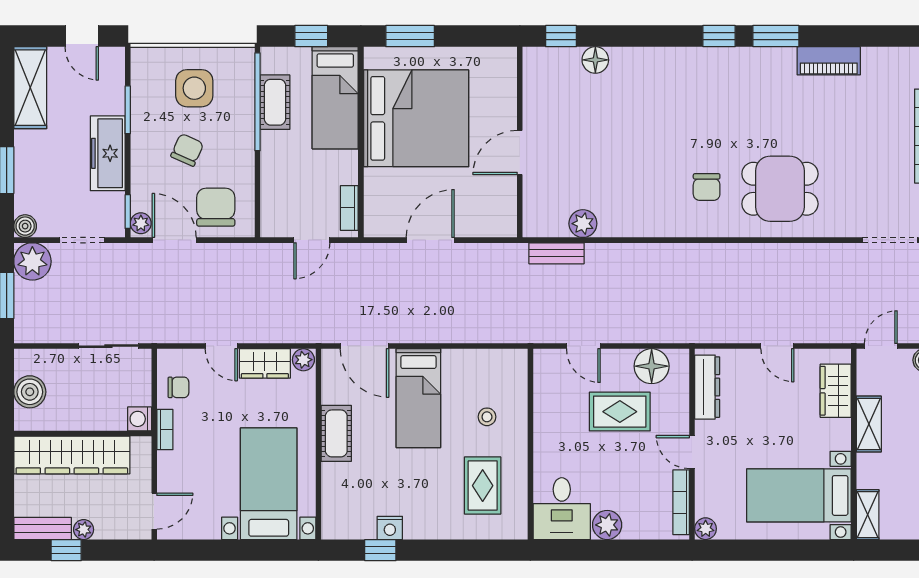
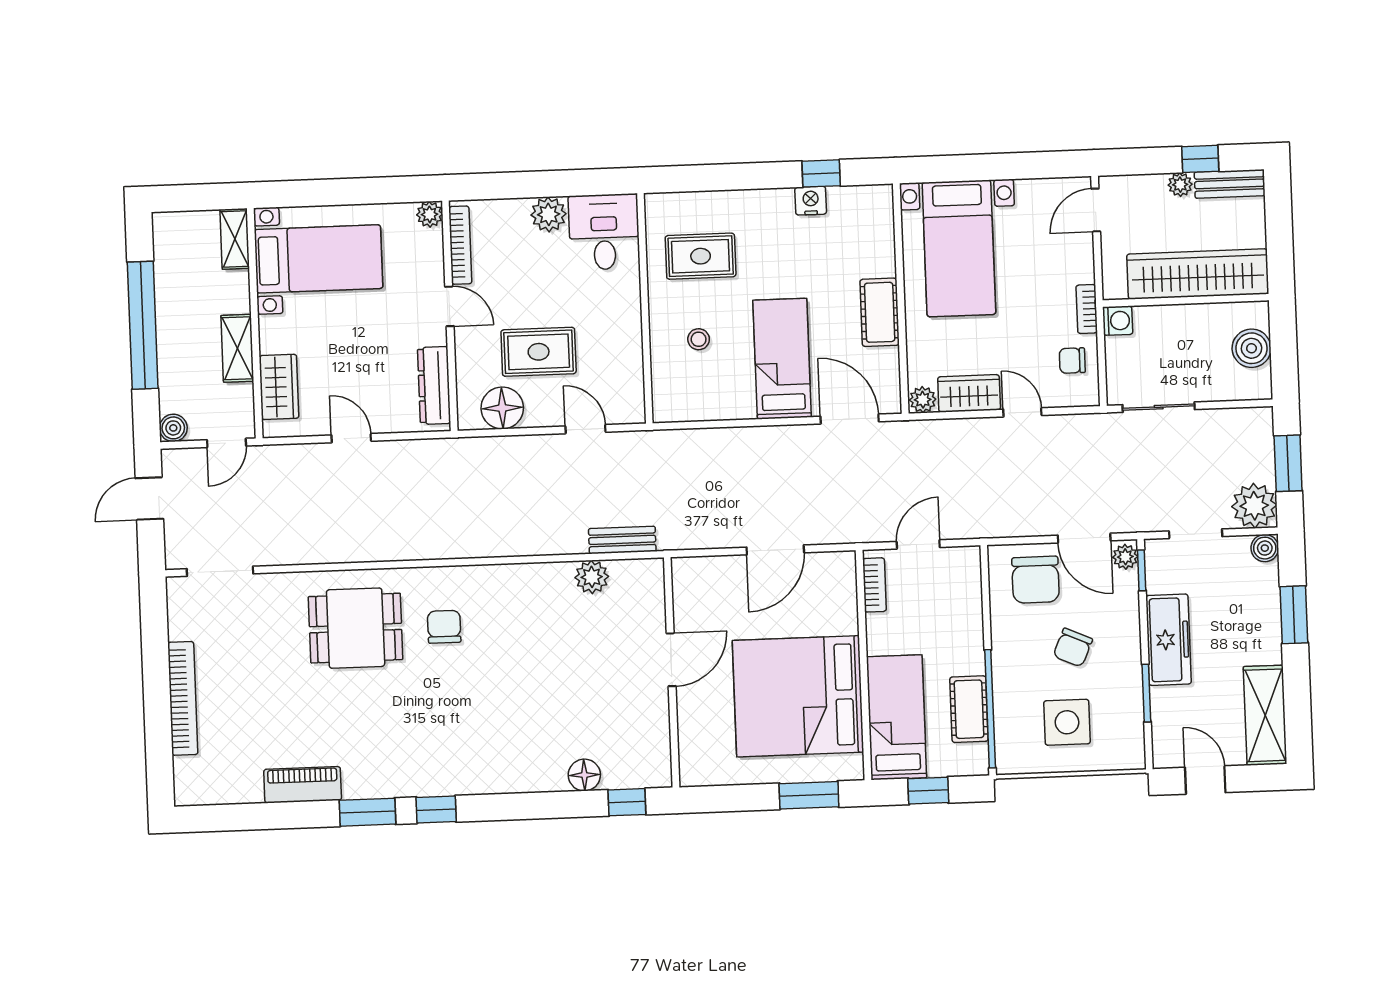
rug: (483, 486) -> (701, 256), turned 90

